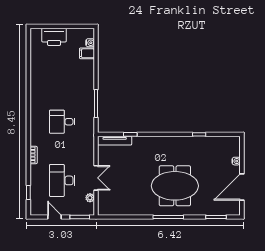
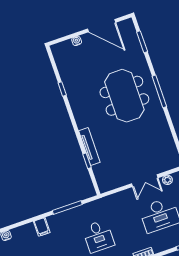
filing cabinet: (87, 53) -> (42, 227), moved
tv unit: (115, 141) -> (89, 146), moved
double door: (96, 178) -> (145, 181), swing flipped

